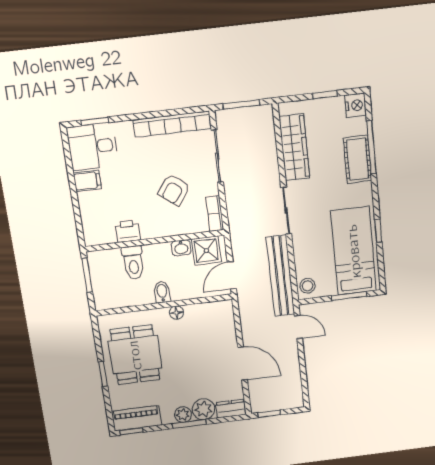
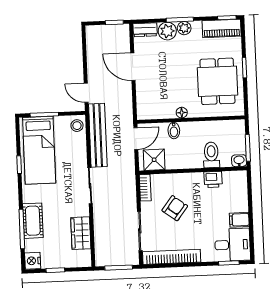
wardrobe: (294, 147) -> (81, 233), width x0.67
washbasin: (181, 248) -> (239, 161), moved
bidet: (162, 292) -> (174, 131), moved

